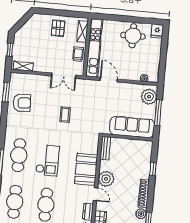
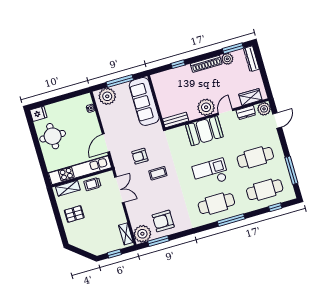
plant: (18, 81) -> (142, 234), added
armchair: (22, 103) -> (163, 221), turned -86
armchair: (86, 105) -> (140, 156), added

